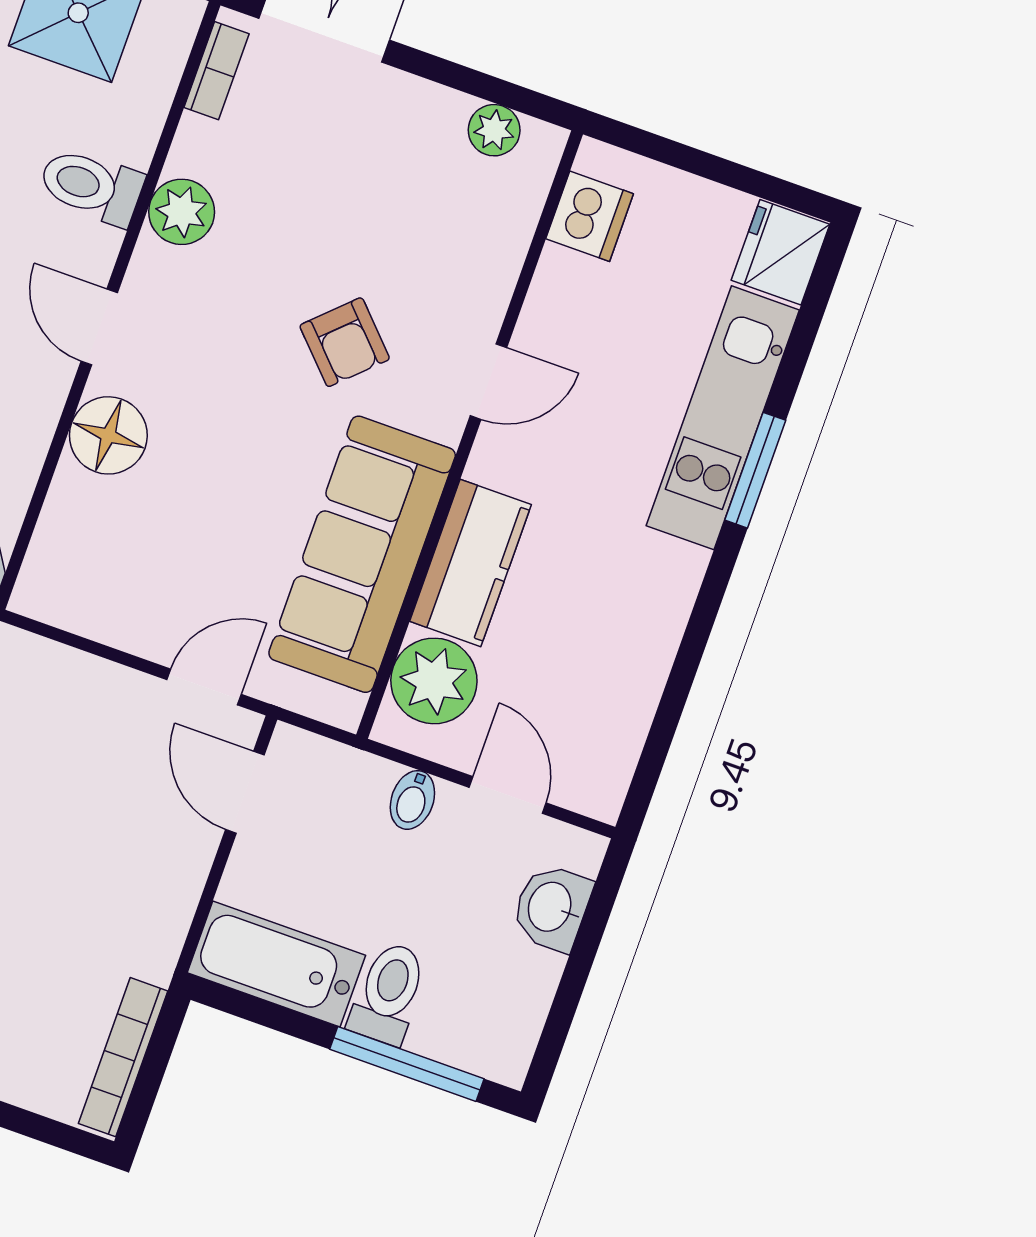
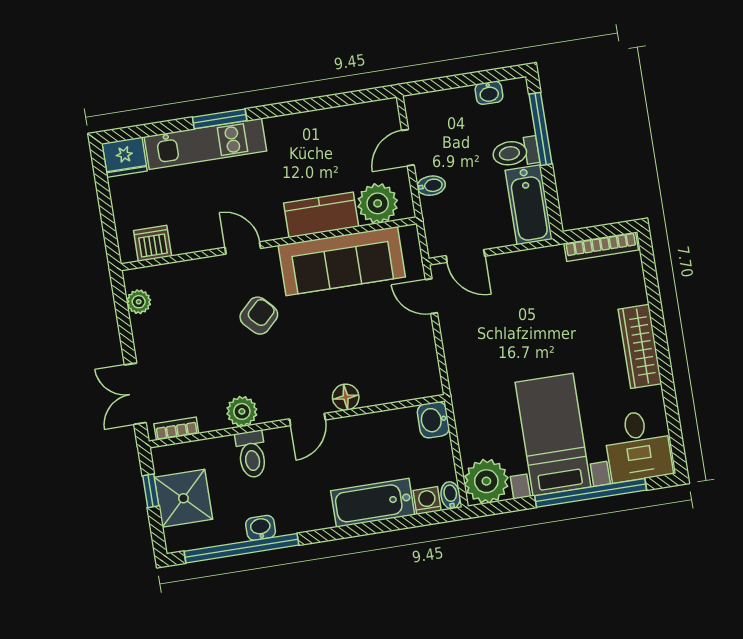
floor lamp: (108, 435) -> (346, 397), width x0.73, depth x0.73
door: (245, 792) -> (465, 256), hinge flipped
washbasin: (551, 907) -> (489, 93), moved, width x0.72, depth x0.69

